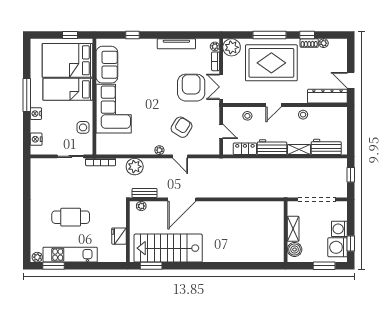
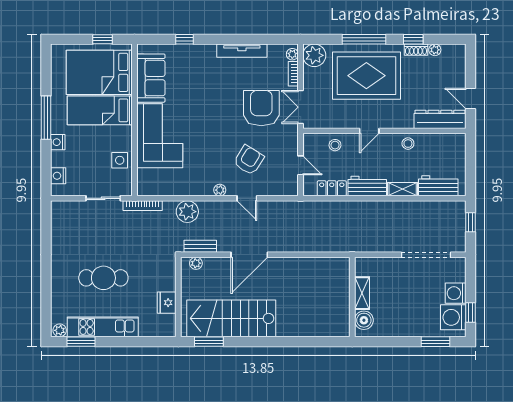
shelving: (293, 229) -> (362, 293), moved
wall: (286, 232) -> (352, 297), moved
boiler: (295, 249) -> (364, 320), moved

